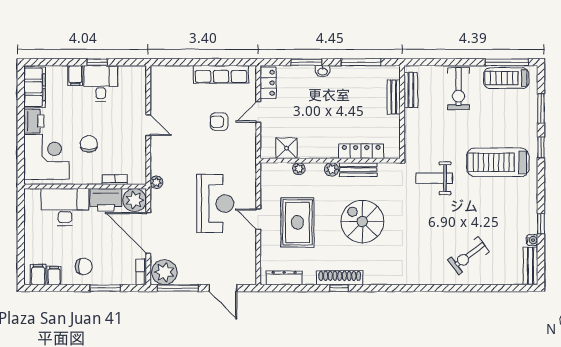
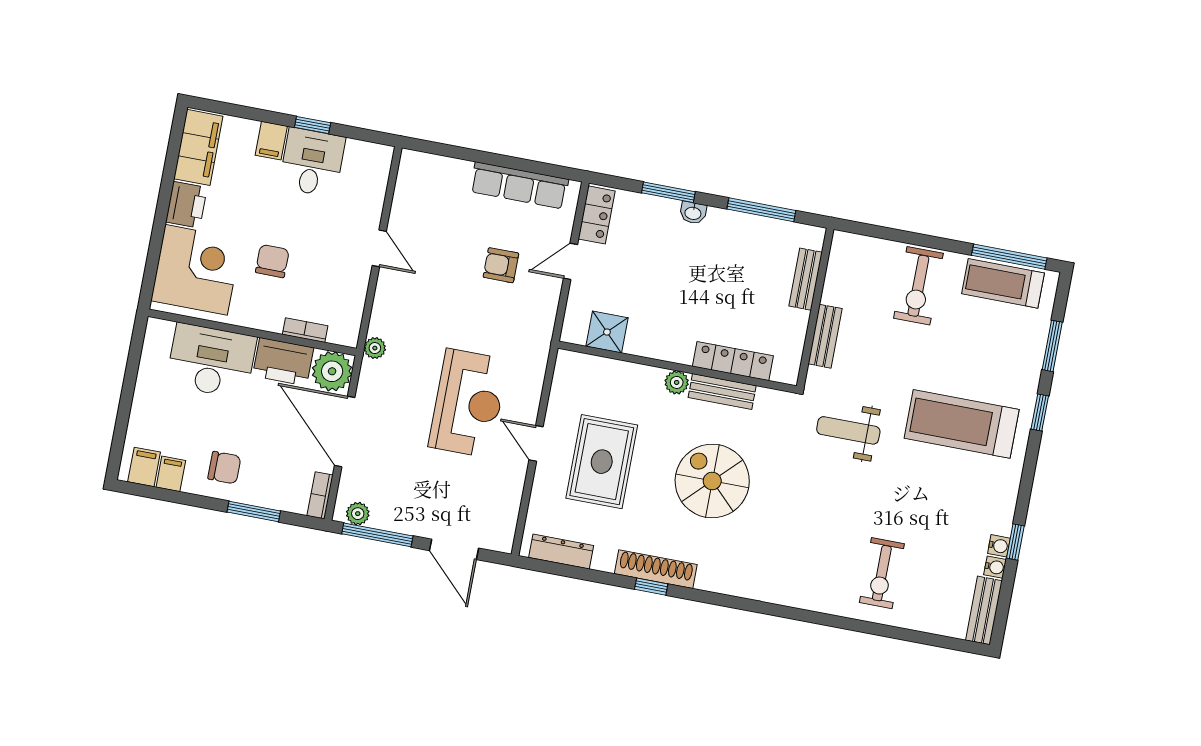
bench: (411, 90) -> (825, 336), moved
plant: (299, 169) -> (621, 371), removed
water cooler: (532, 228) -> (999, 546), added
exercise bike: (469, 256) -> (882, 573), turned -53
plant: (164, 272) -> (358, 514), width x0.53, depth x0.53

